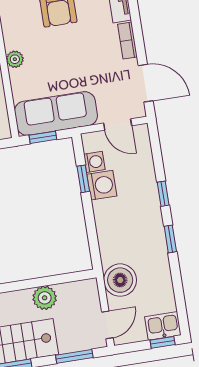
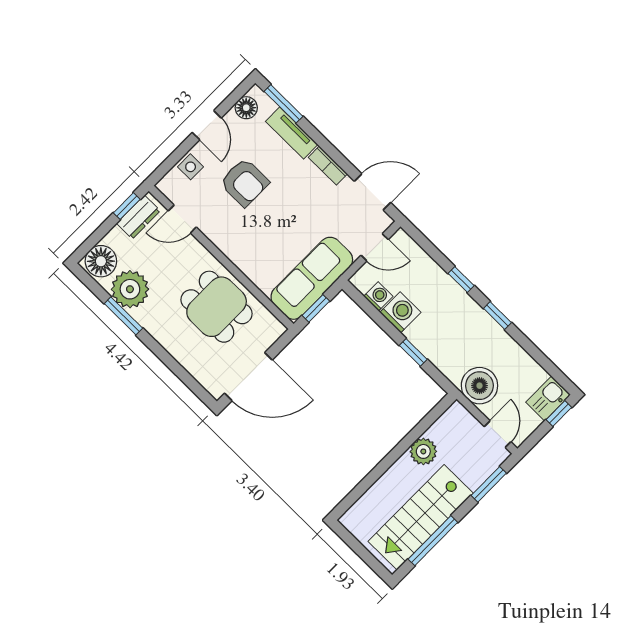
plant: (15, 59) -> (239, 257), removed
window: (83, 179) -> (413, 352), moved

